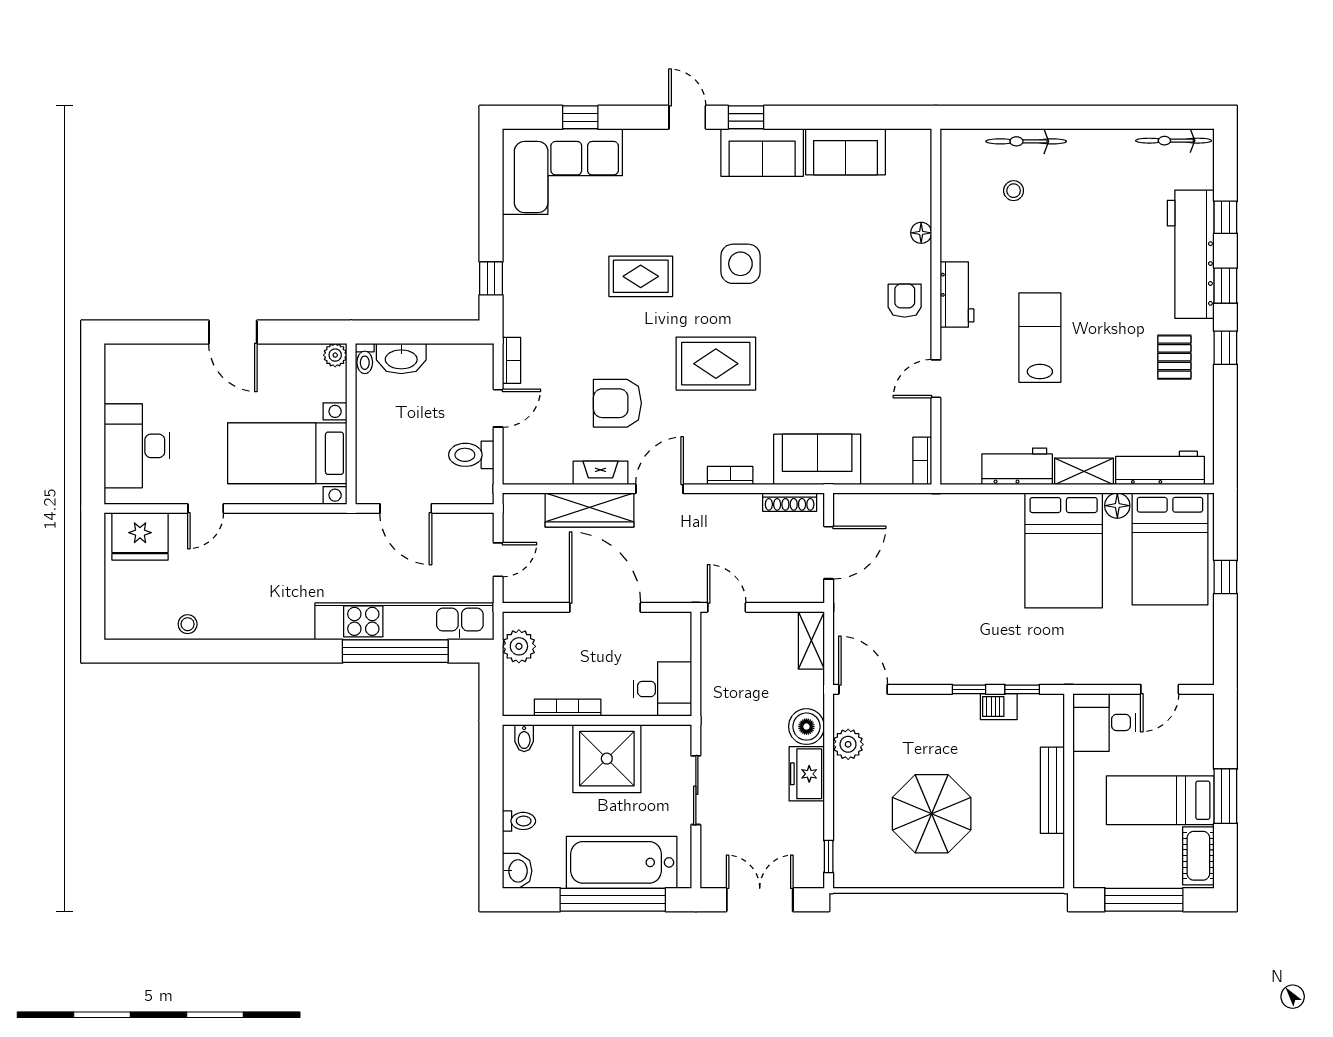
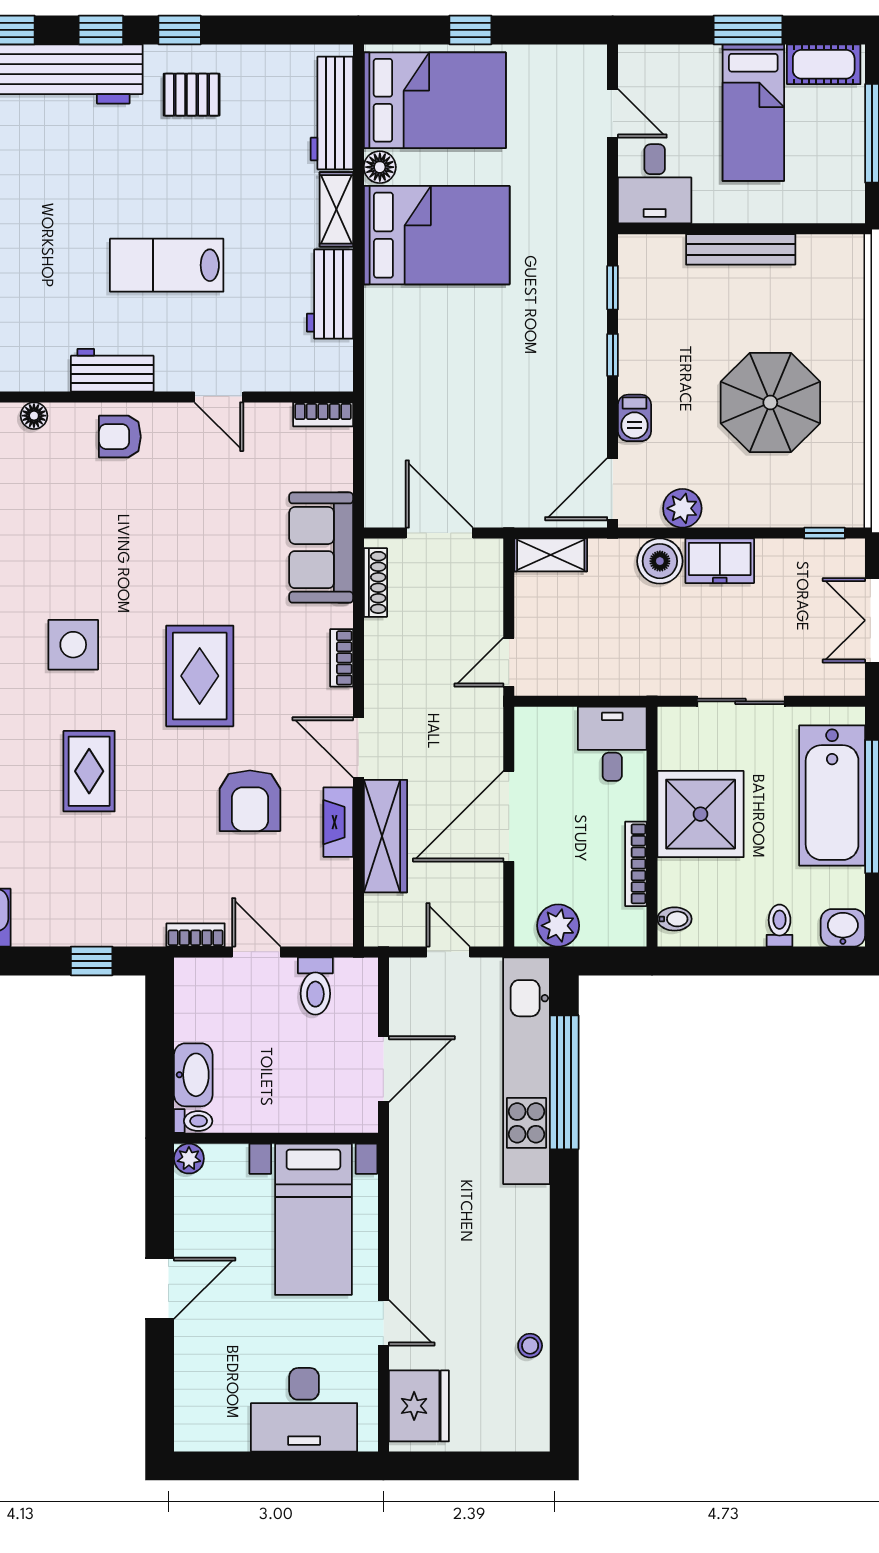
barbecue: (999, 707) -> (635, 418), moved

